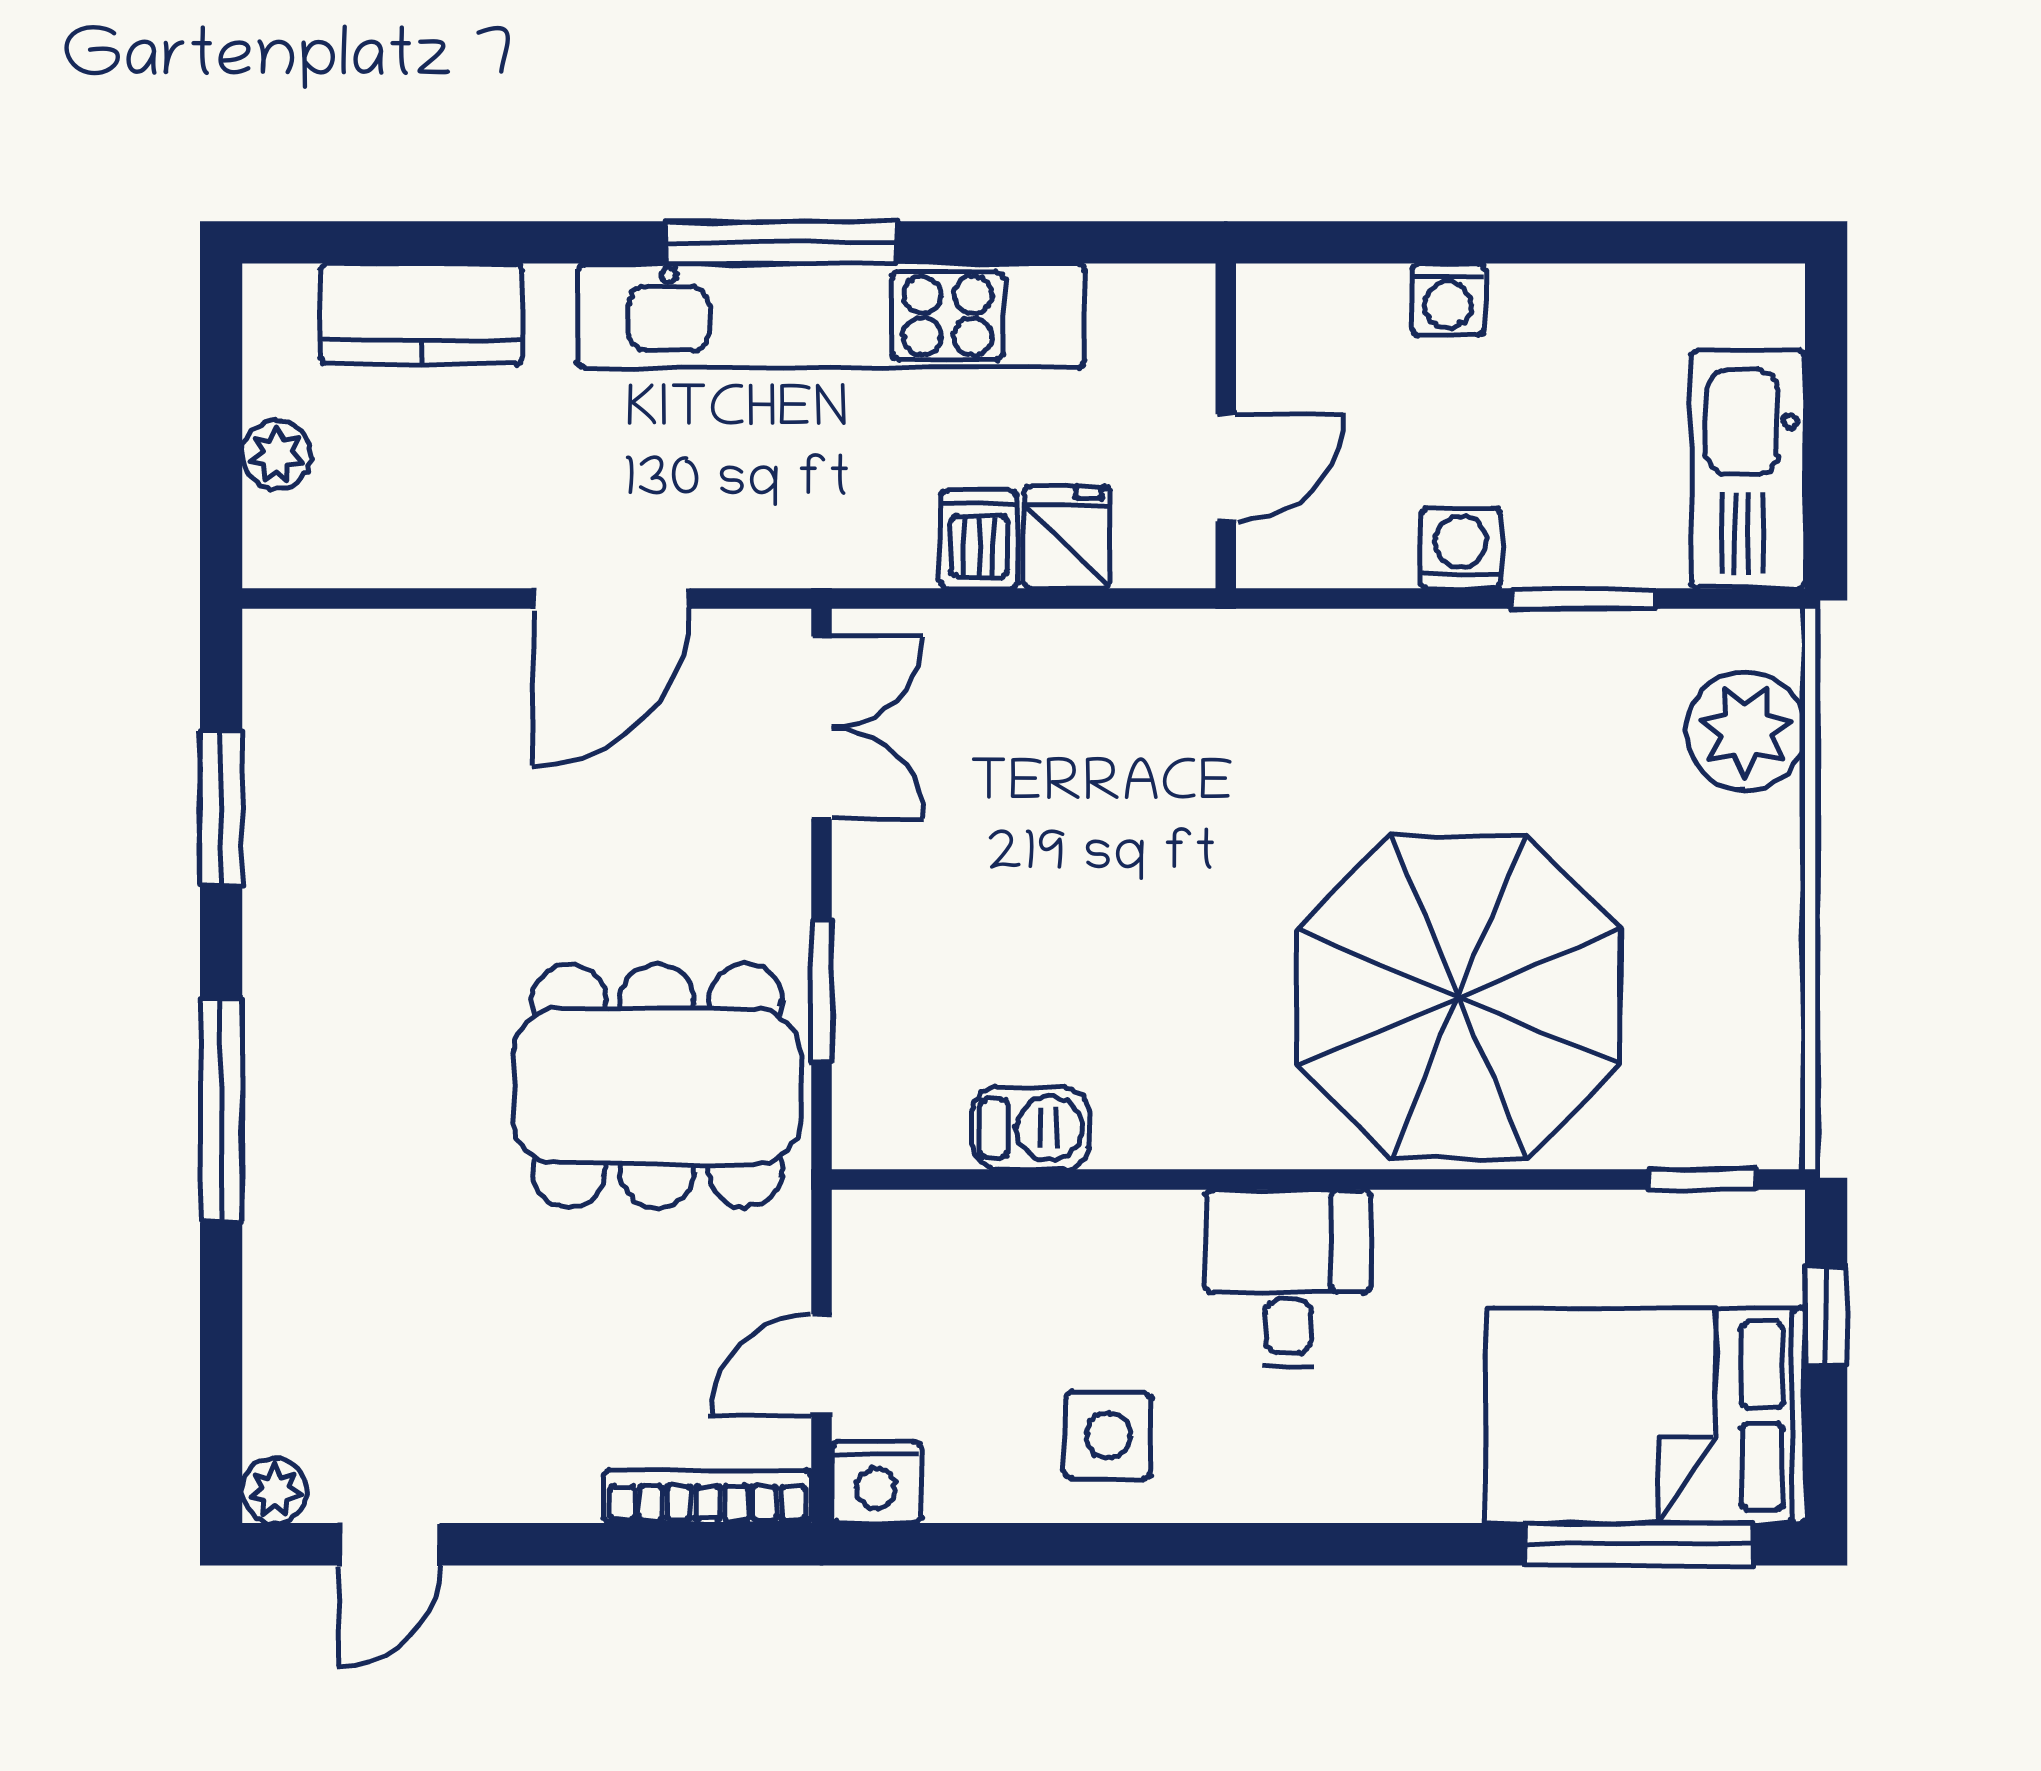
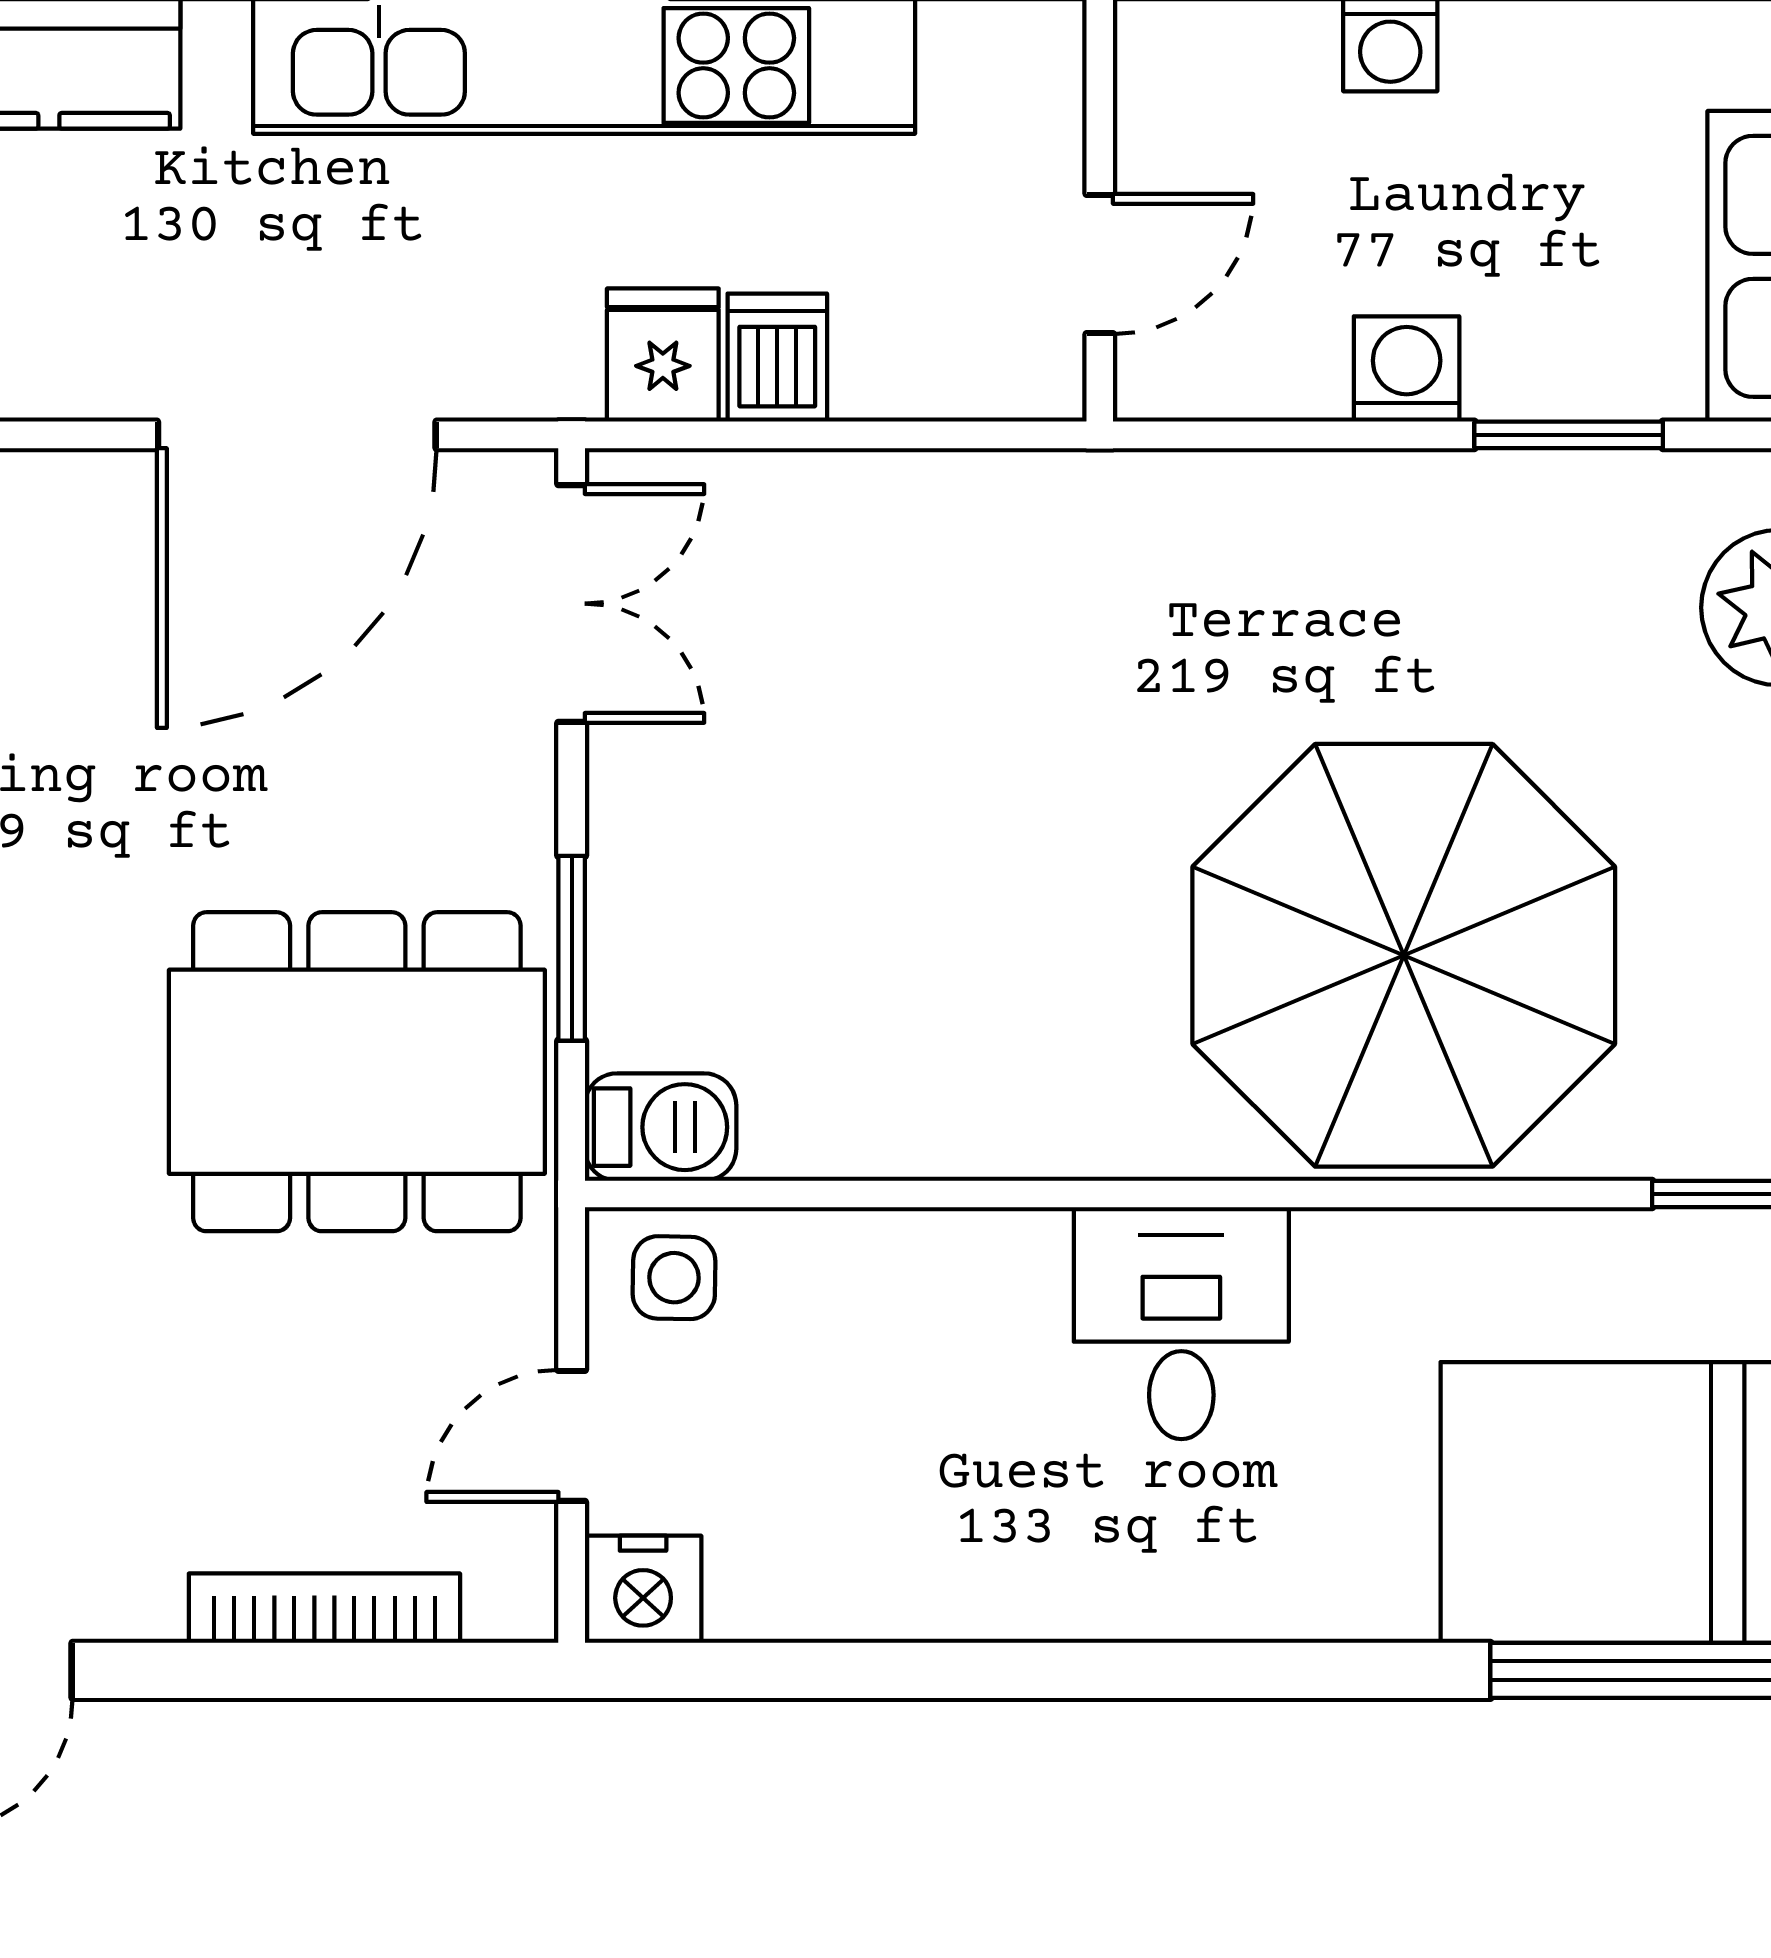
fridge: (1066, 537) -> (663, 355), moved
door: (611, 599) -> (297, 435), width x1.36
barbecue: (1031, 1128) -> (661, 1127), moved
side table: (1108, 1435) -> (674, 1278), moved, width x0.73, depth x0.73
bookcase: (708, 1497) -> (324, 1608), moved

